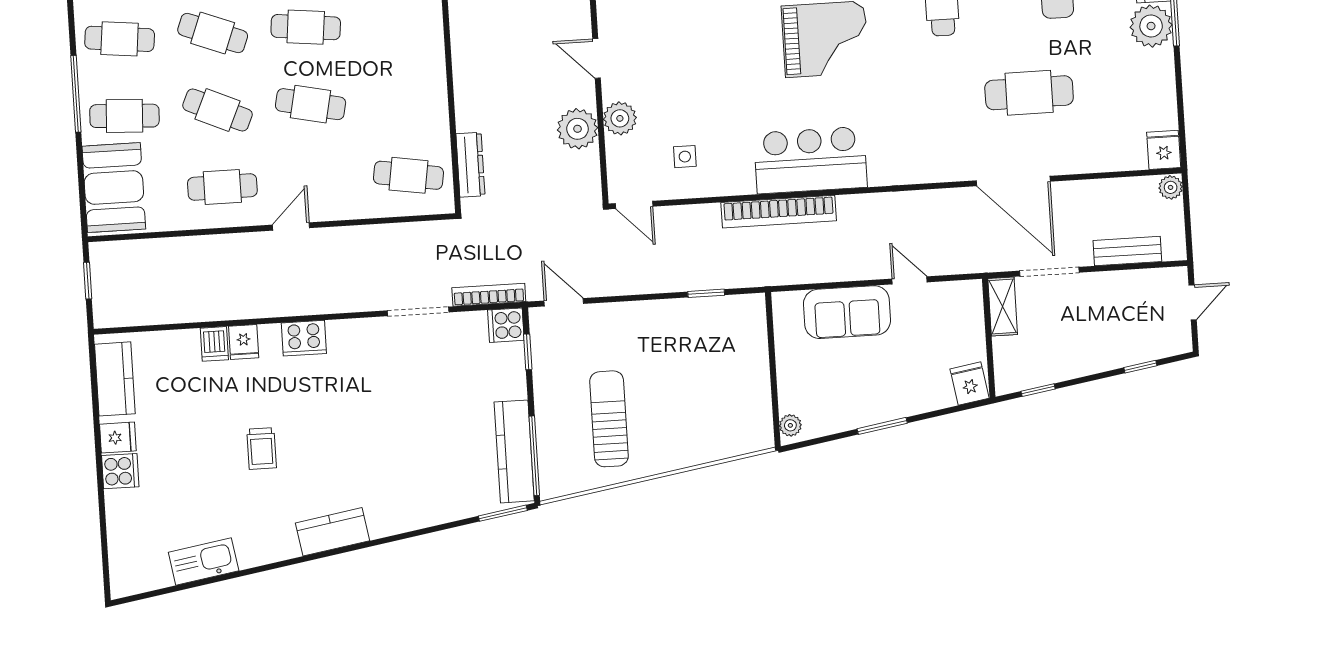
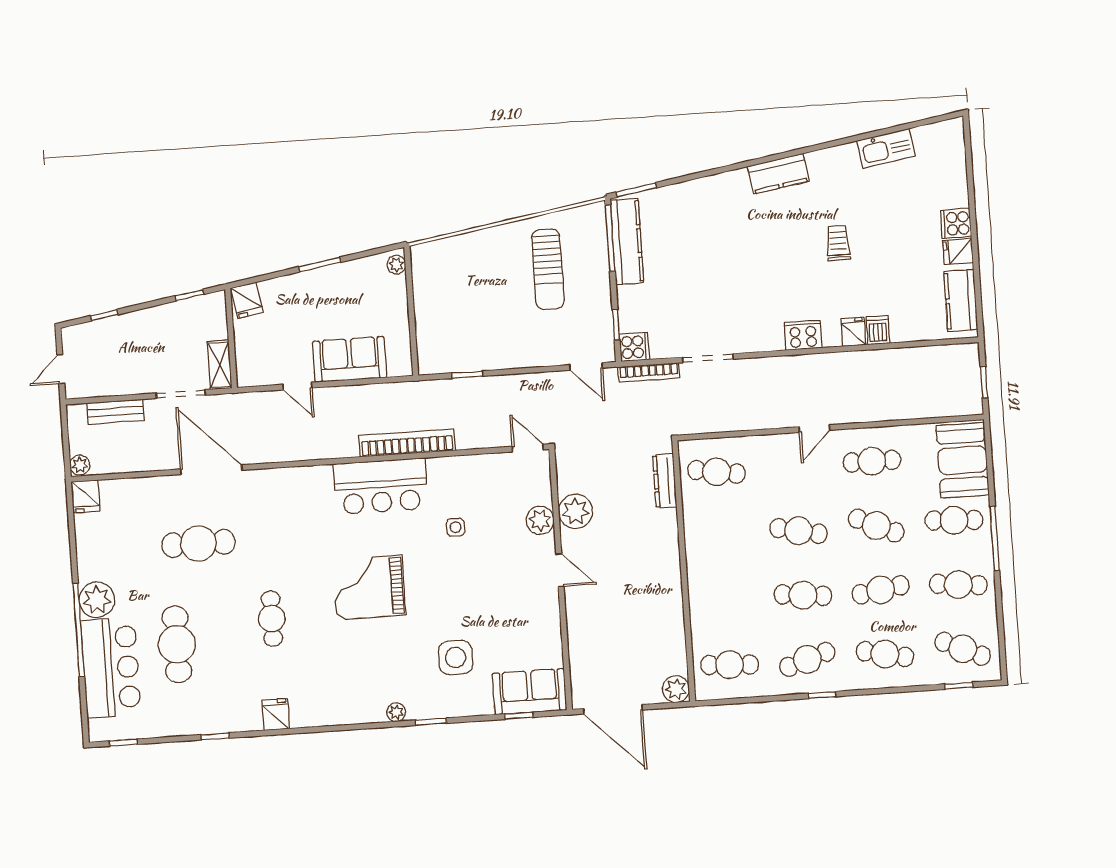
cafe table: (213, 33) -> (881, 590), turned -30
side table: (685, 157) -> (456, 527), moved

